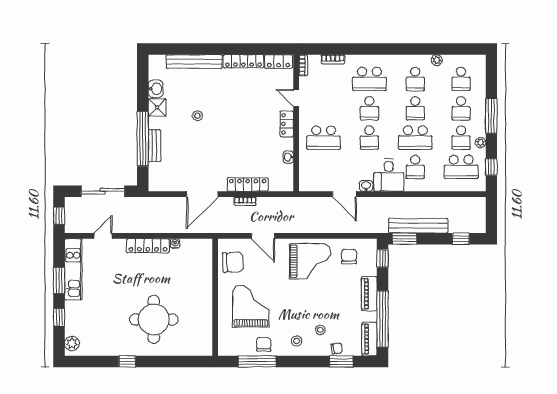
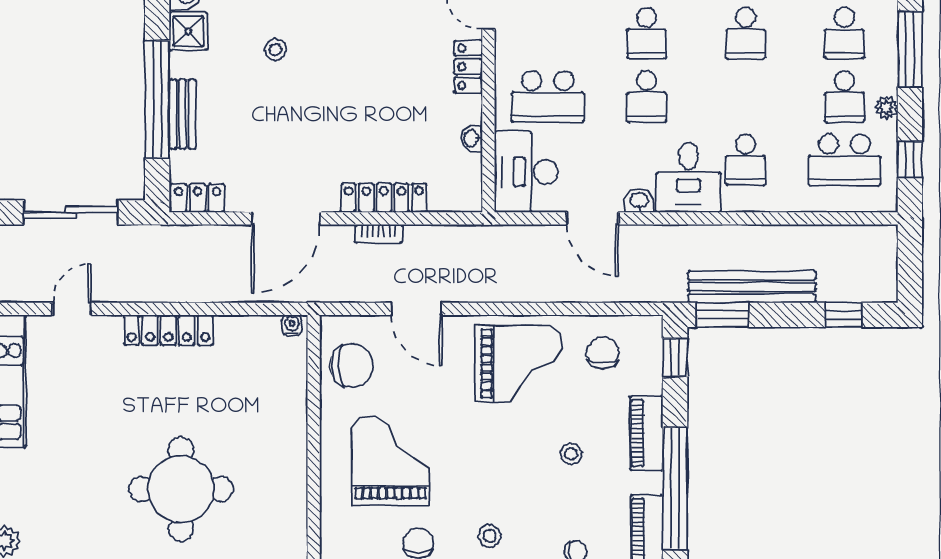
school desk: (415, 138) -> (746, 97), removed
desk: (314, 173) -> (526, 172), added
locker: (161, 185) -> (198, 198), added
water cooler: (175, 243) -> (292, 325), moved
stool: (320, 330) -> (571, 454), moved

